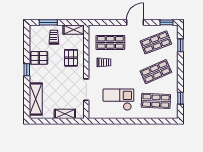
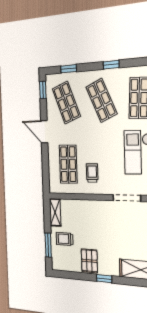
pallet: (71, 58) -> (88, 218), removed
window: (180, 98) -> (111, 65), moved

